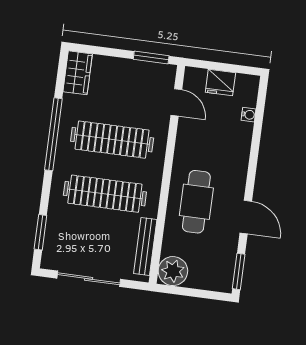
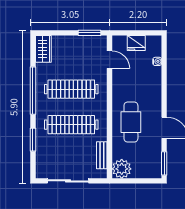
window: (40, 232) -> (33, 140), moved
bench: (145, 246) -> (102, 155), width x0.73

